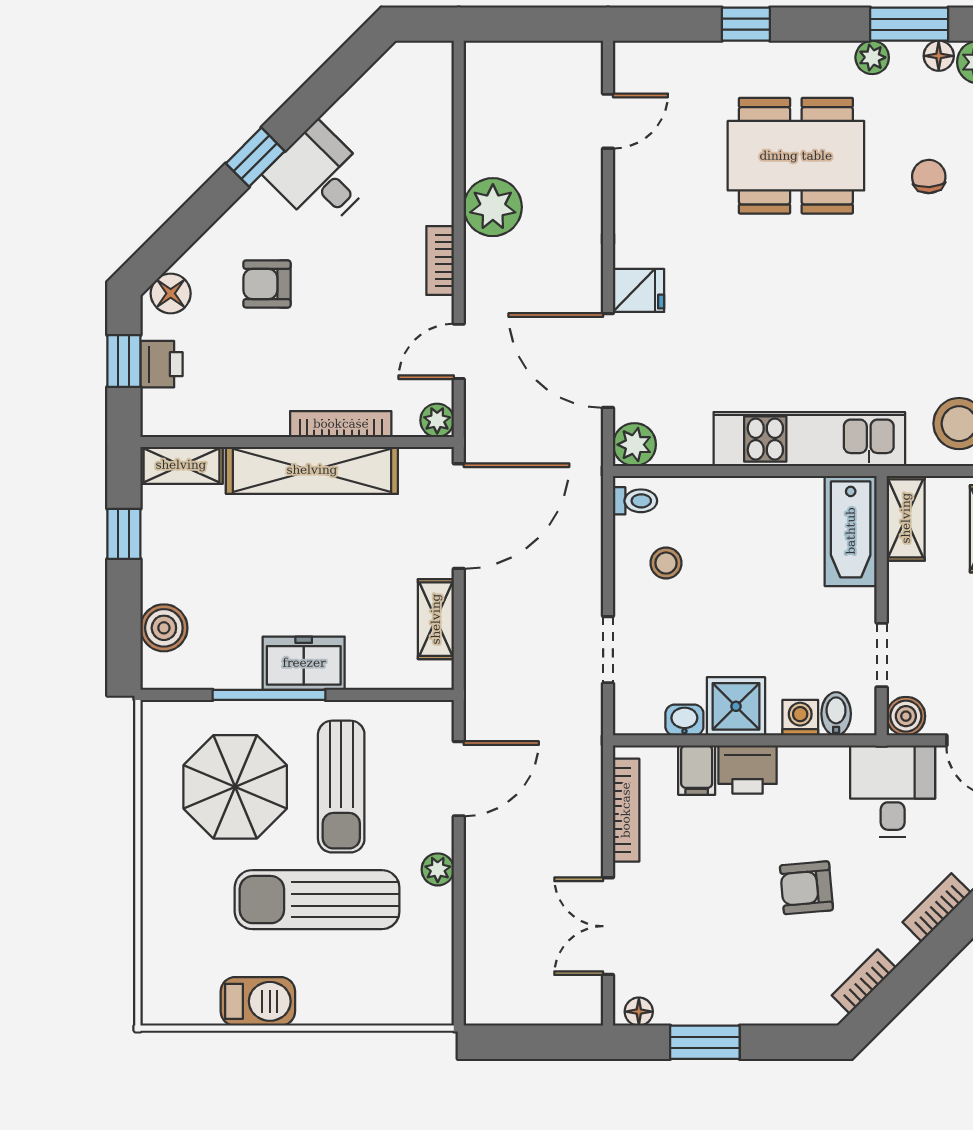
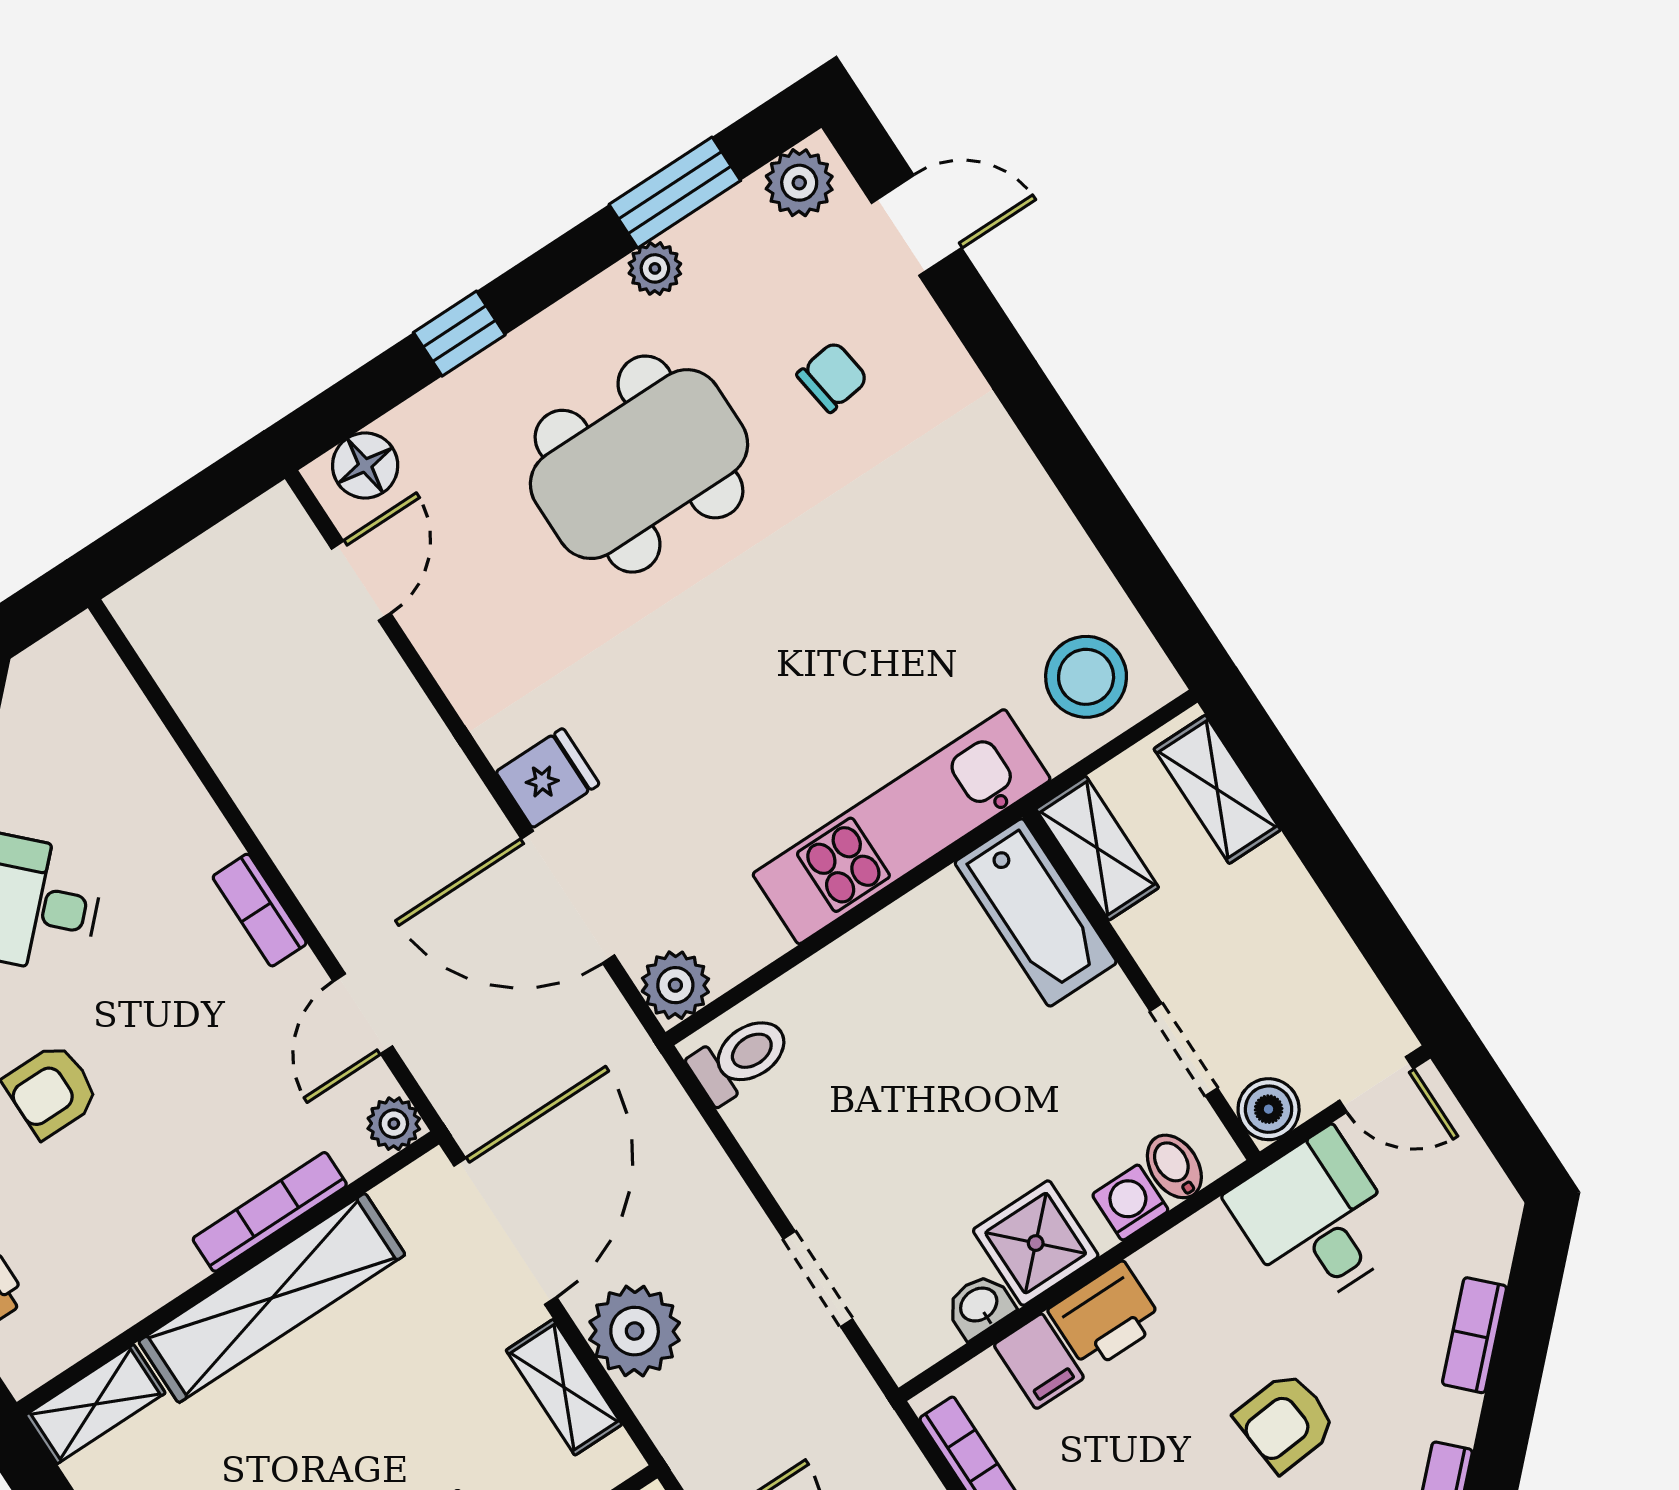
floor lamp: (939, 56) -> (365, 465), moved, width x1.37, depth x1.37
chair: (929, 177) -> (832, 377), turned 85
plant: (493, 207) -> (635, 1331), moved
toilet: (635, 501) -> (740, 1058), width x1.37, depth x1.39
stool: (666, 563) -> (819, 1114), removed

